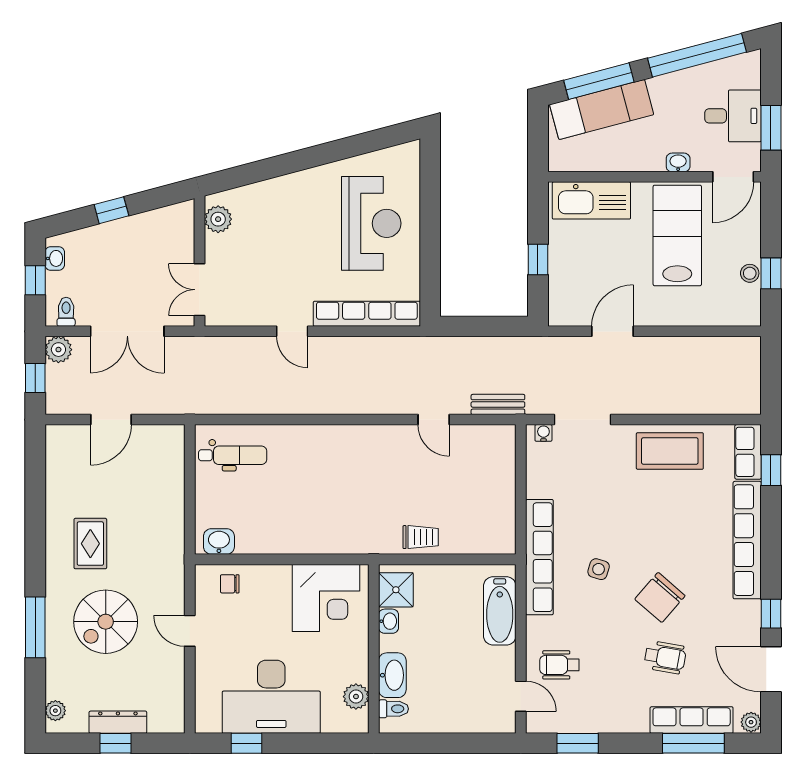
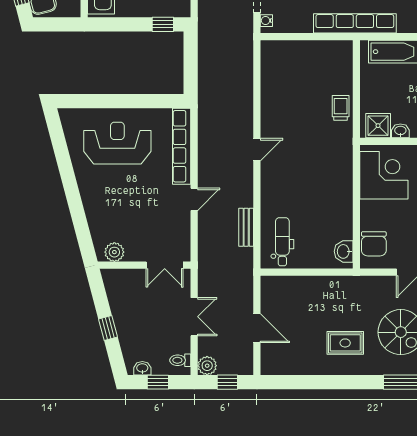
window: (538, 260) -> (163, 24), moved
double door: (127, 331) -> (194, 317), width x0.73
bench: (498, 404) -> (246, 227), moved
door: (434, 420) -> (257, 150), moved
chair: (230, 584) -> (374, 244), width x1.87, depth x1.87

